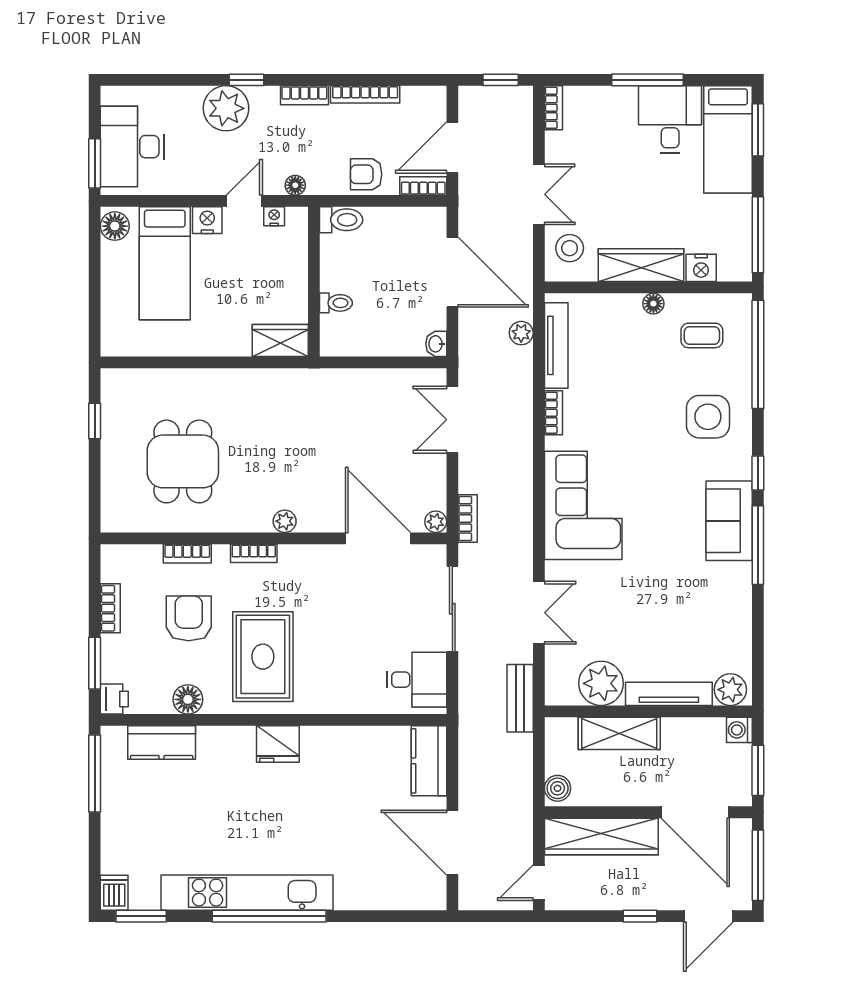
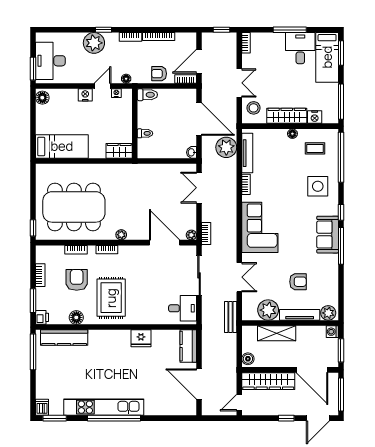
bed: (165, 263) -> (62, 146), moved, turned -90
plant: (521, 333) -> (226, 147), width x1.88, depth x1.88
window: (95, 421) -> (33, 228), moved
dining table: (183, 461) -> (74, 207), width x1.87, depth x1.24
armchair: (665, 622) -> (298, 282), added
kitchen counter: (162, 743) -> (64, 338), width x1.50
fridge: (278, 744) -> (141, 338), moved

